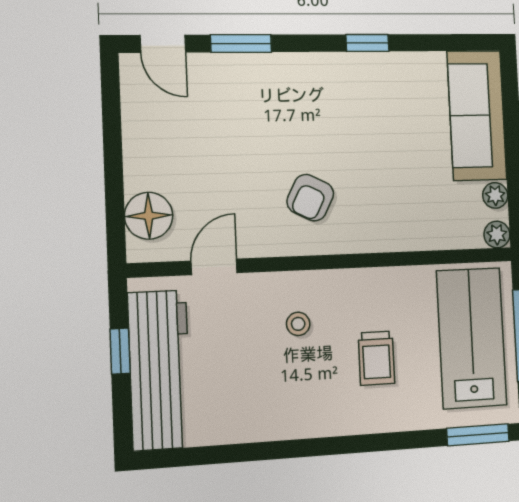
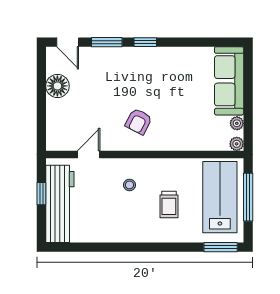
window: (367, 43) -> (145, 42), moved
floor lamp: (149, 216) -> (57, 86), moved

